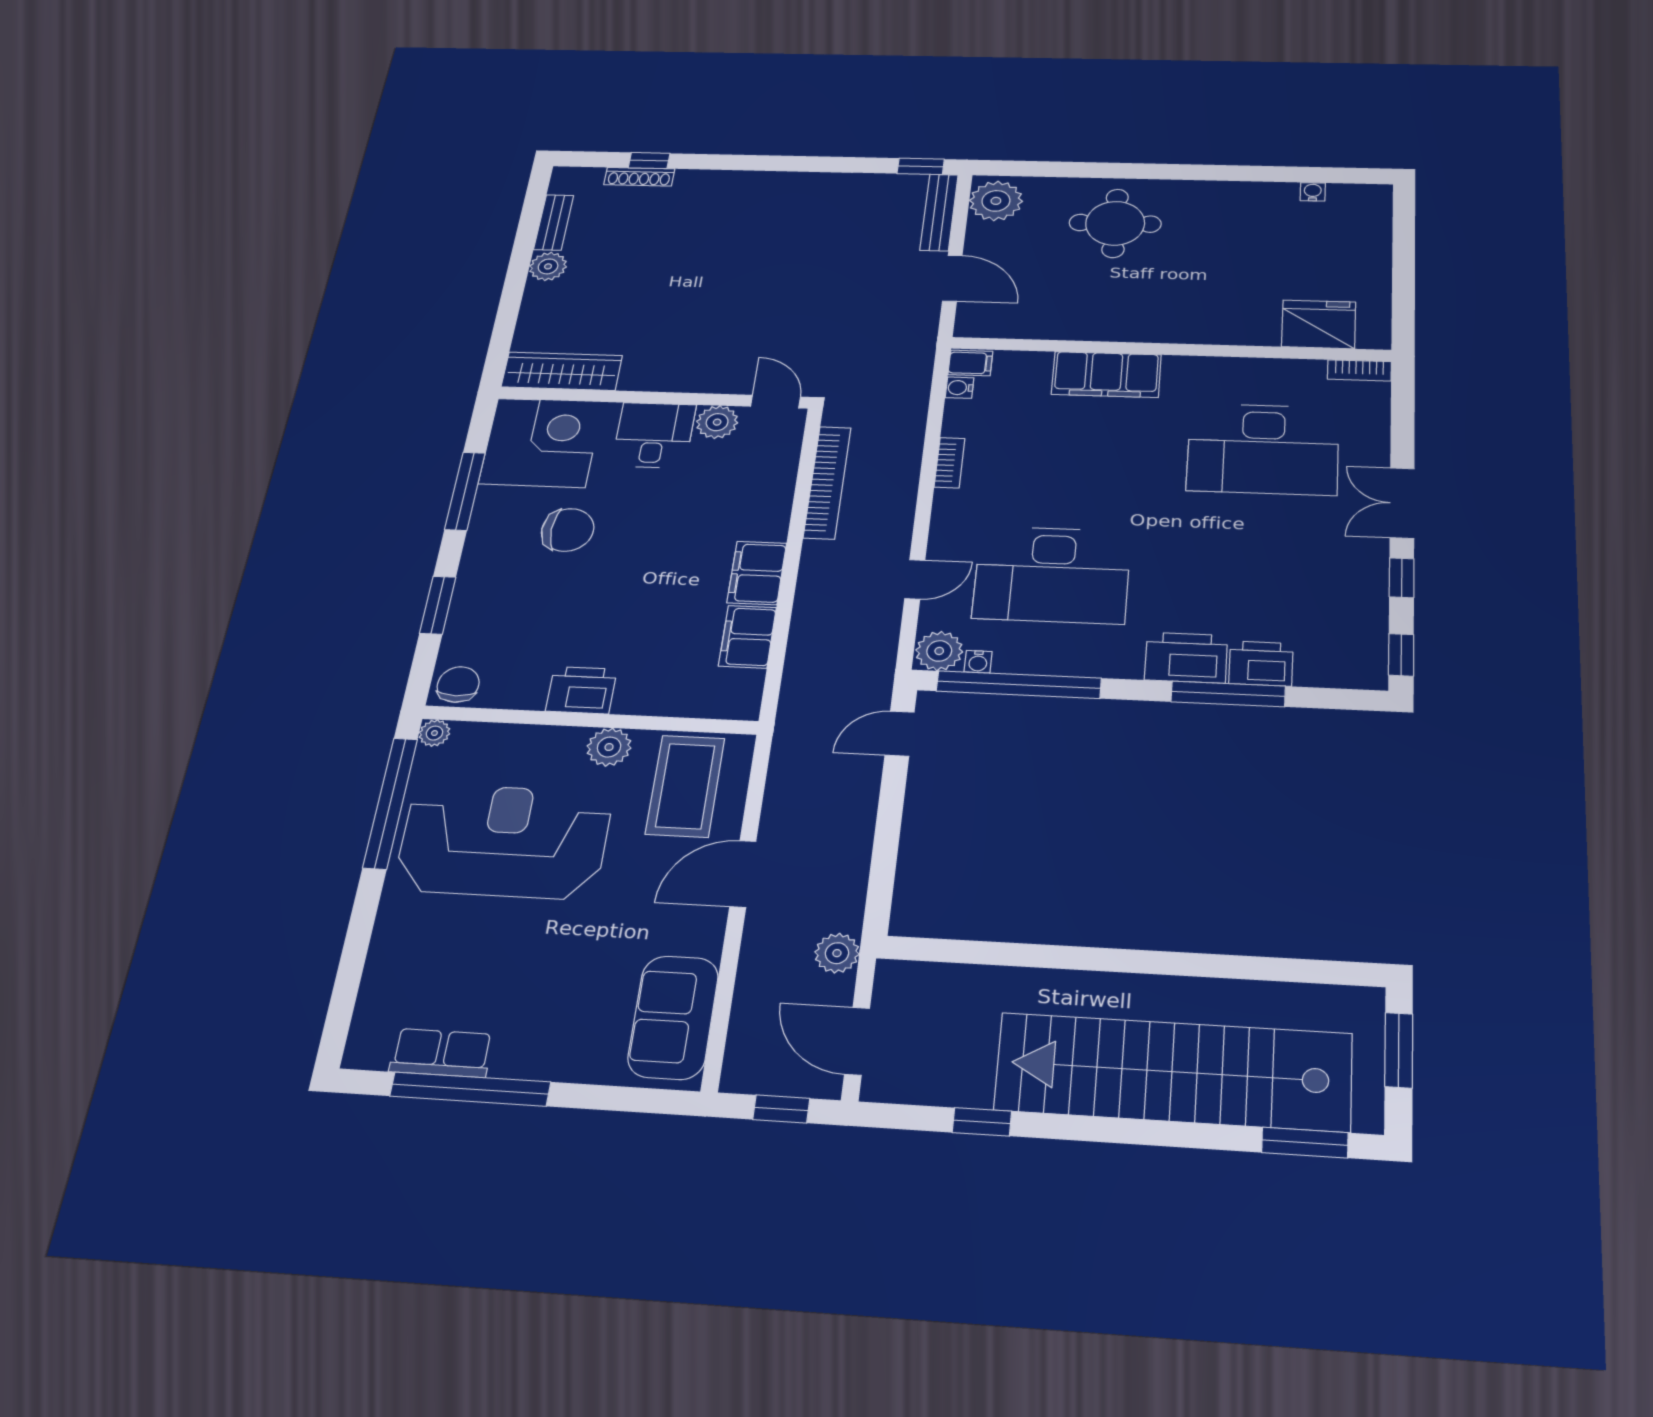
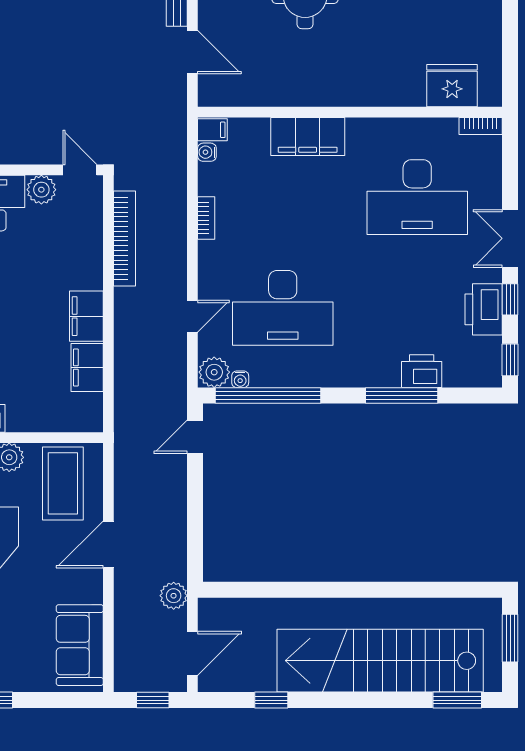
printer: (1186, 658) -> (484, 309), moved, turned -90
door: (857, 1041) -> (192, 653), swing flipped

